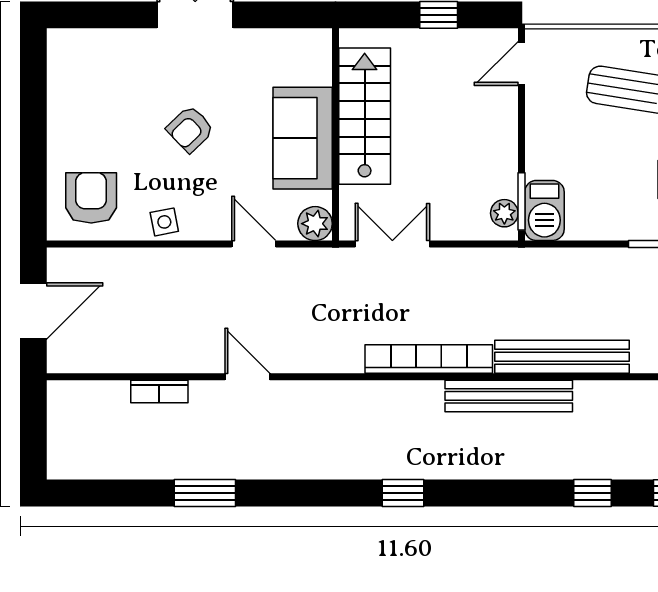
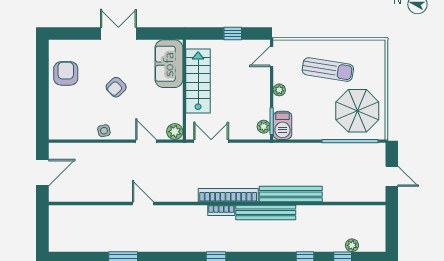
plant: (538, 135) -> (279, 90), added
sofa: (303, 138) -> (169, 64), moved
armchair: (91, 198) -> (66, 73), moved
bookcase: (159, 391) -> (221, 210), moved

